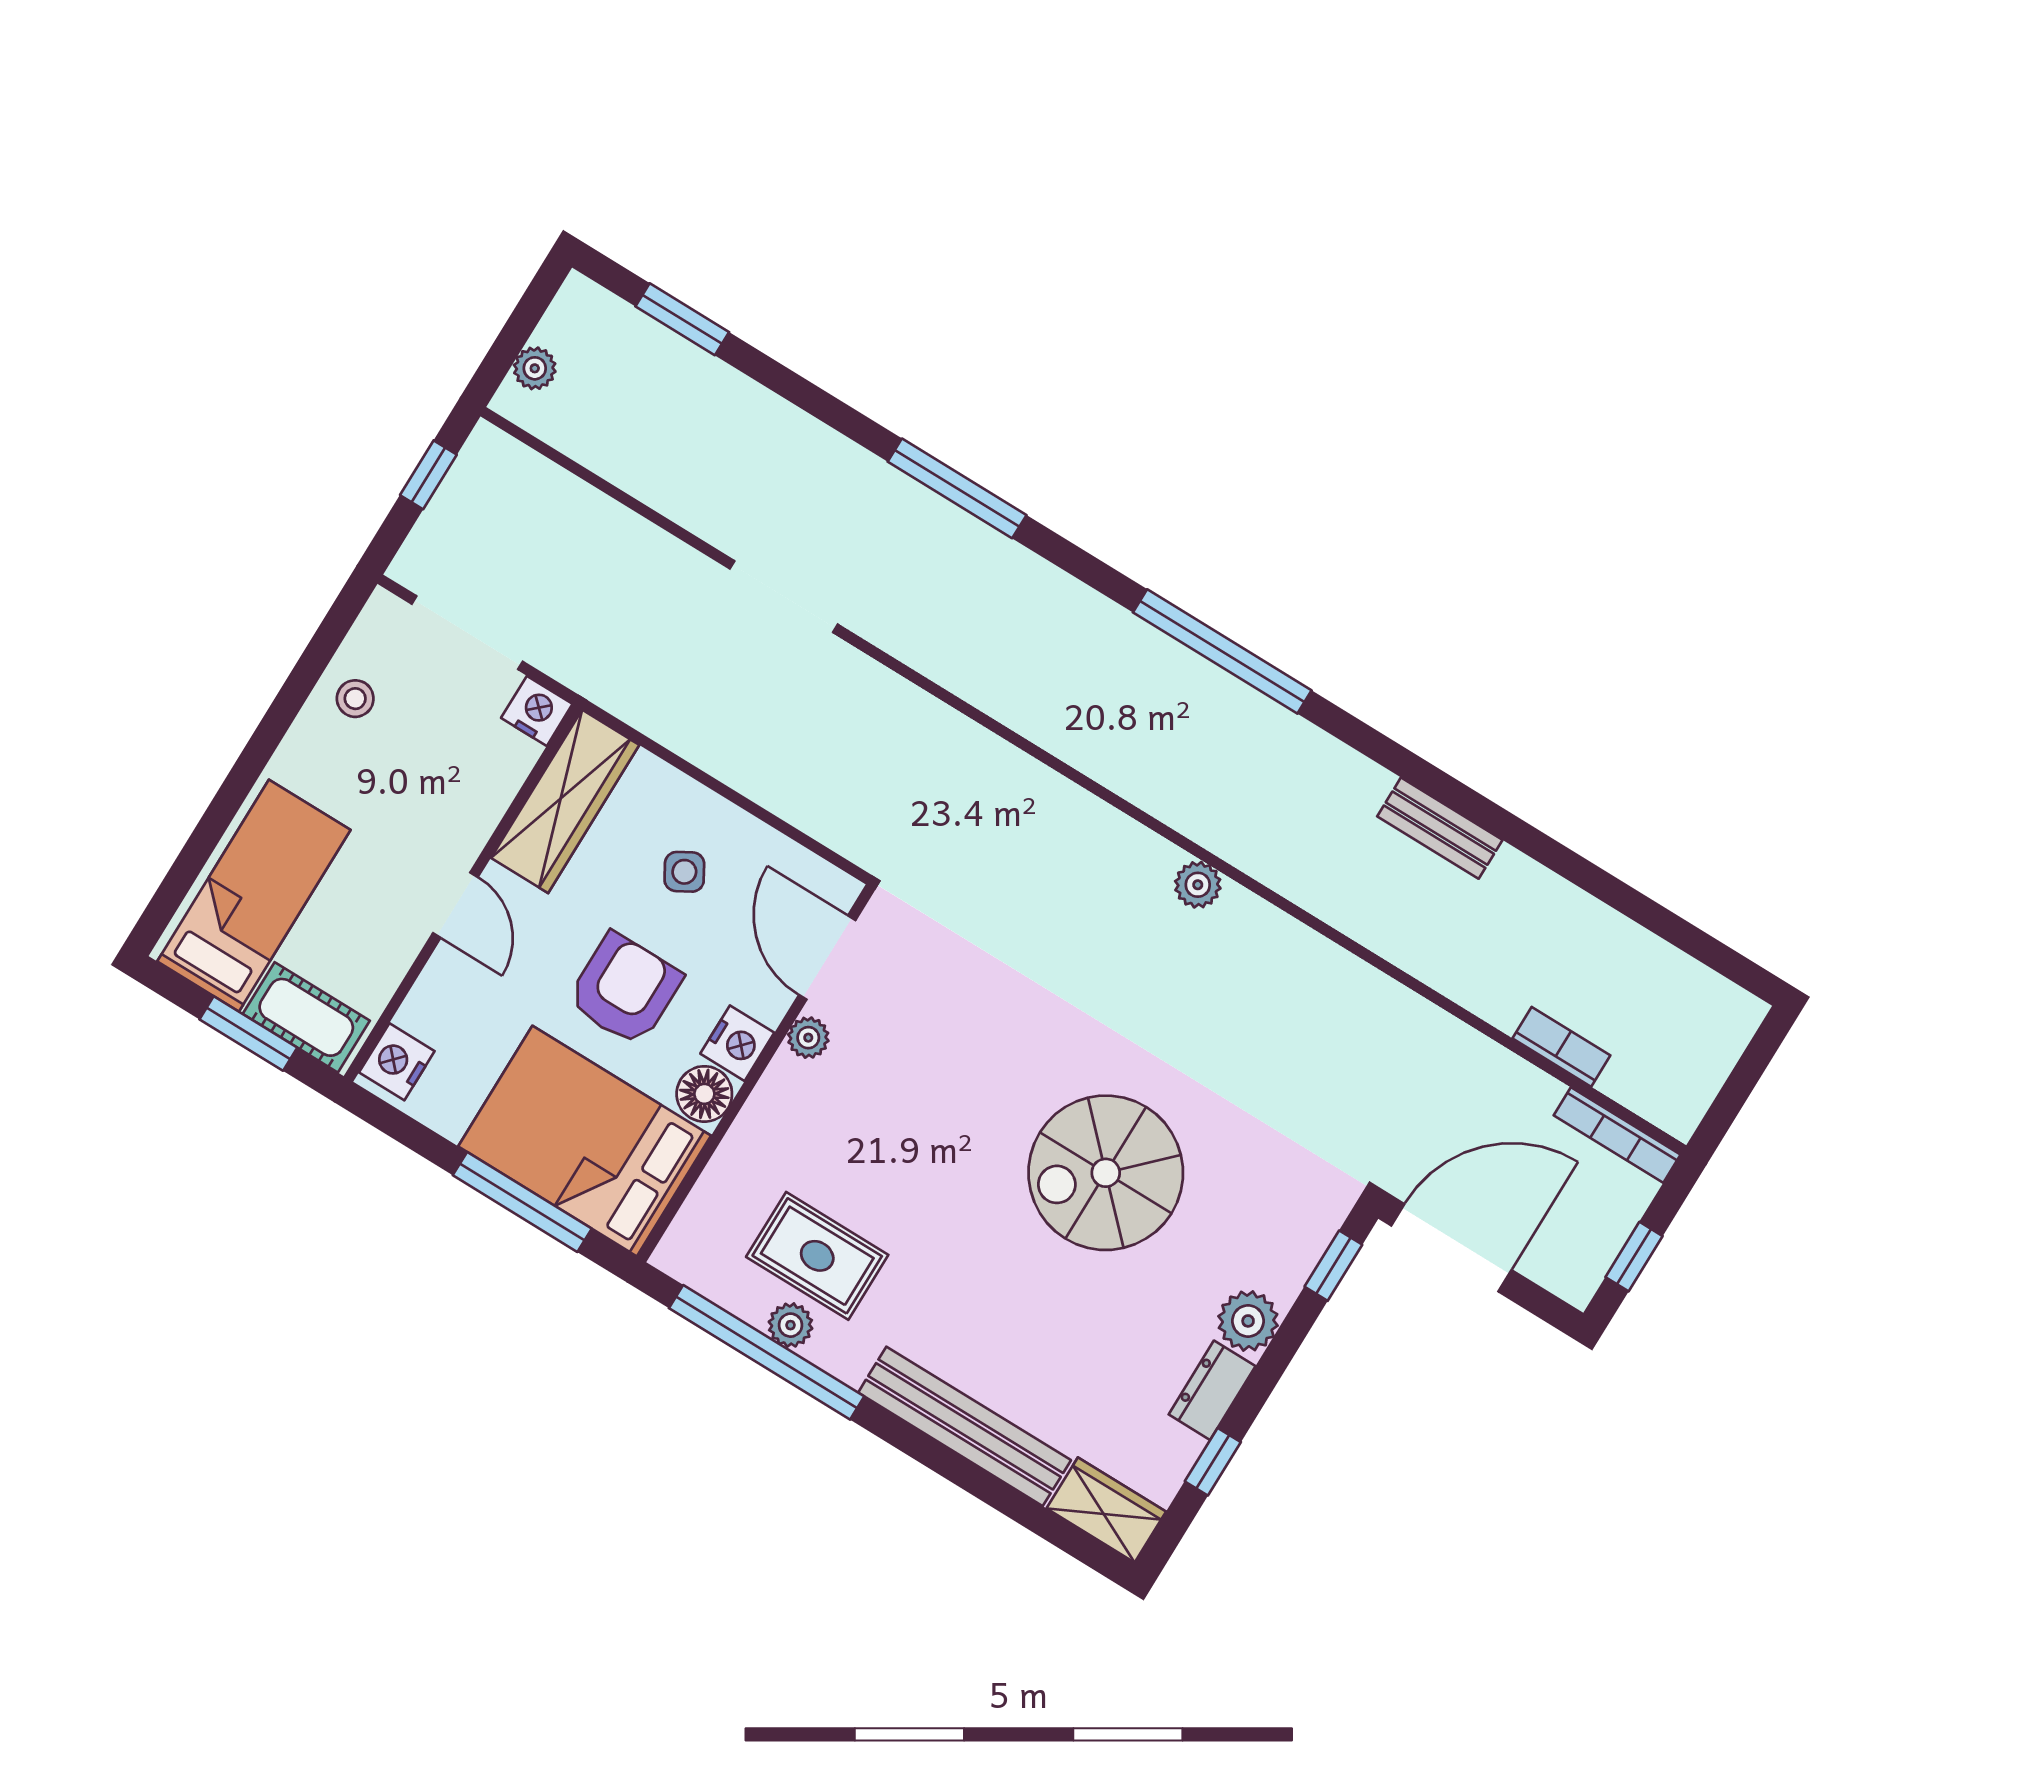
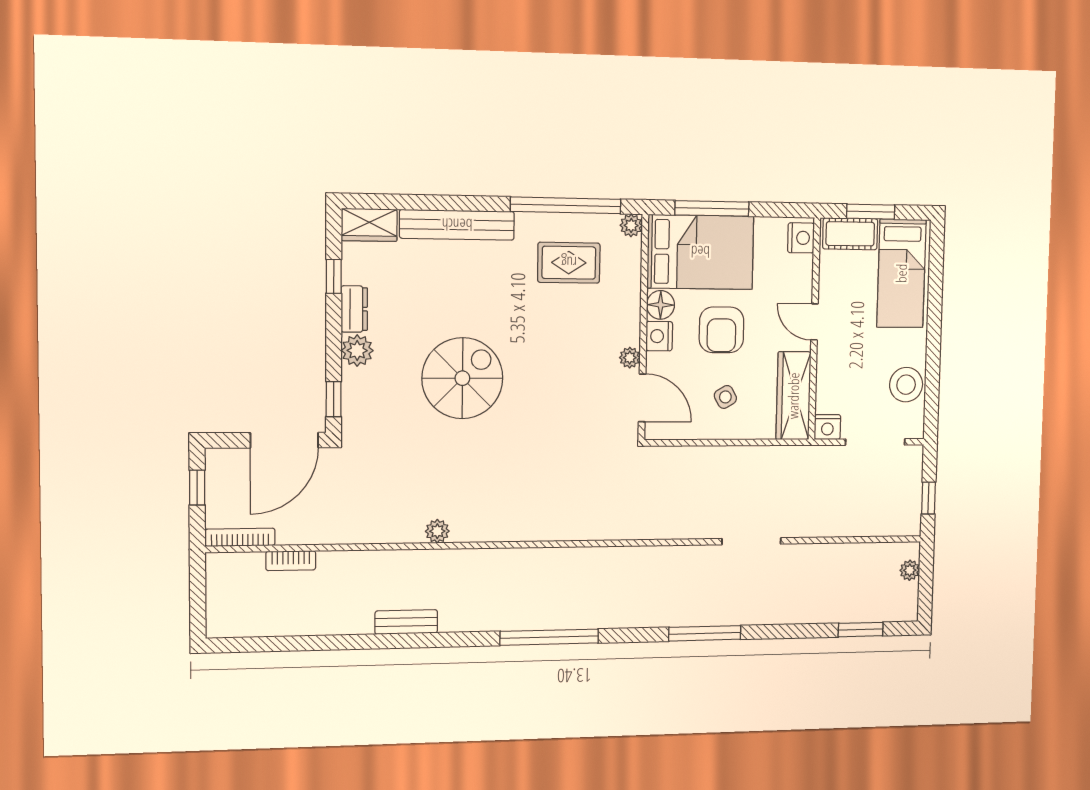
stool: (355, 699) -> (906, 385), width x1.89, depth x1.89
plant: (1198, 885) -> (437, 531), moved
plant: (791, 1325) -> (631, 225), moved

